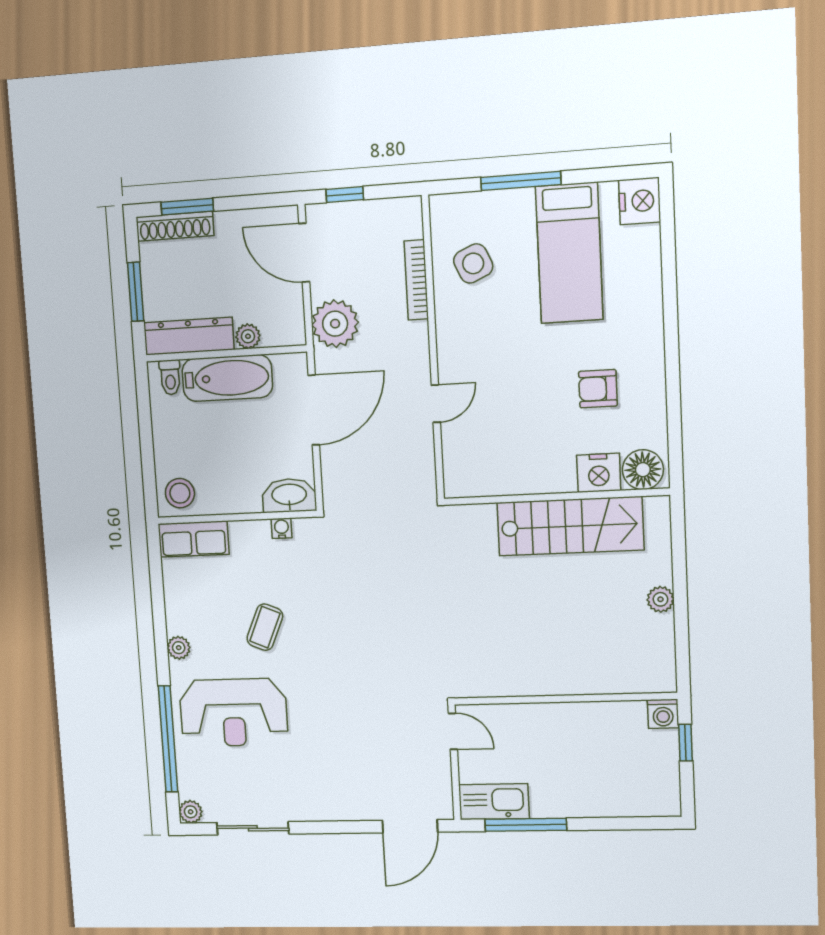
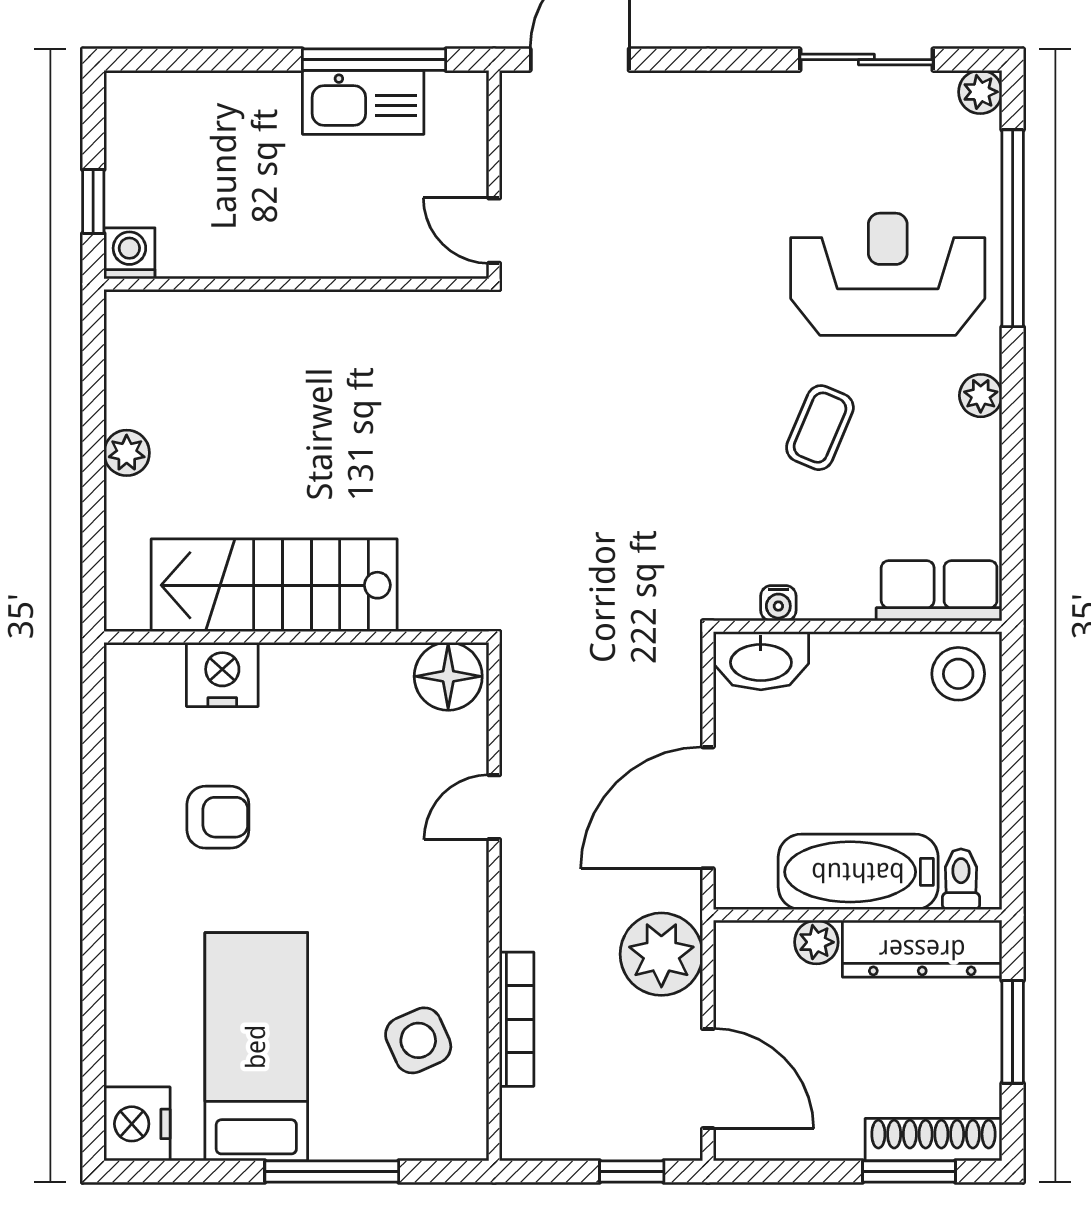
floor lamp: (643, 470) -> (448, 676), moved
kitchen sink: (494, 802) -> (363, 102), moved

